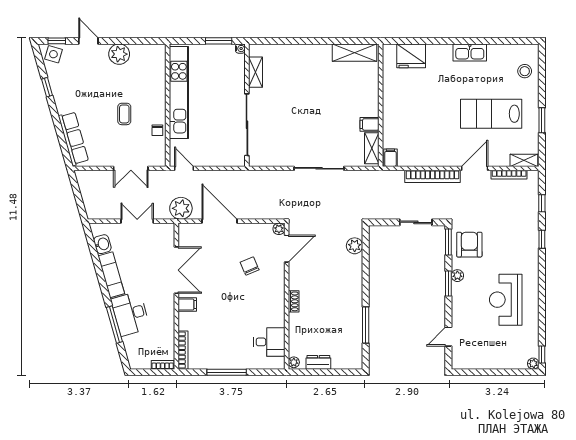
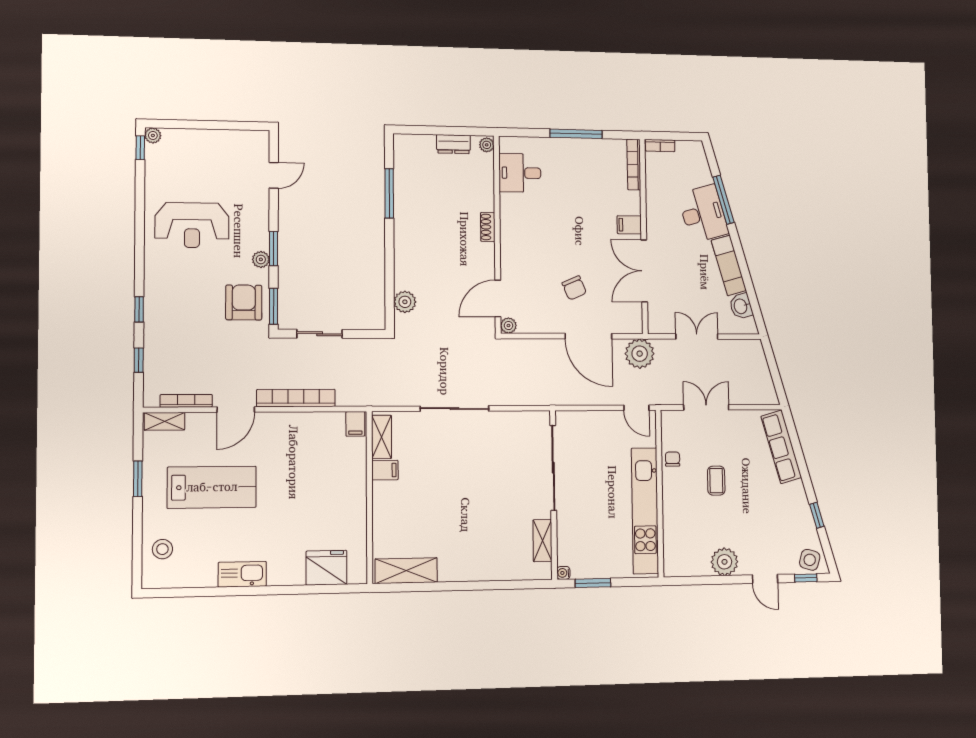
double door: (137, 221) -> (697, 337), swing flipped
armchair: (469, 245) -> (244, 302), turned 180
chair: (250, 266) -> (574, 288), moved
reception desk: (506, 300) -> (192, 225), turned 90

